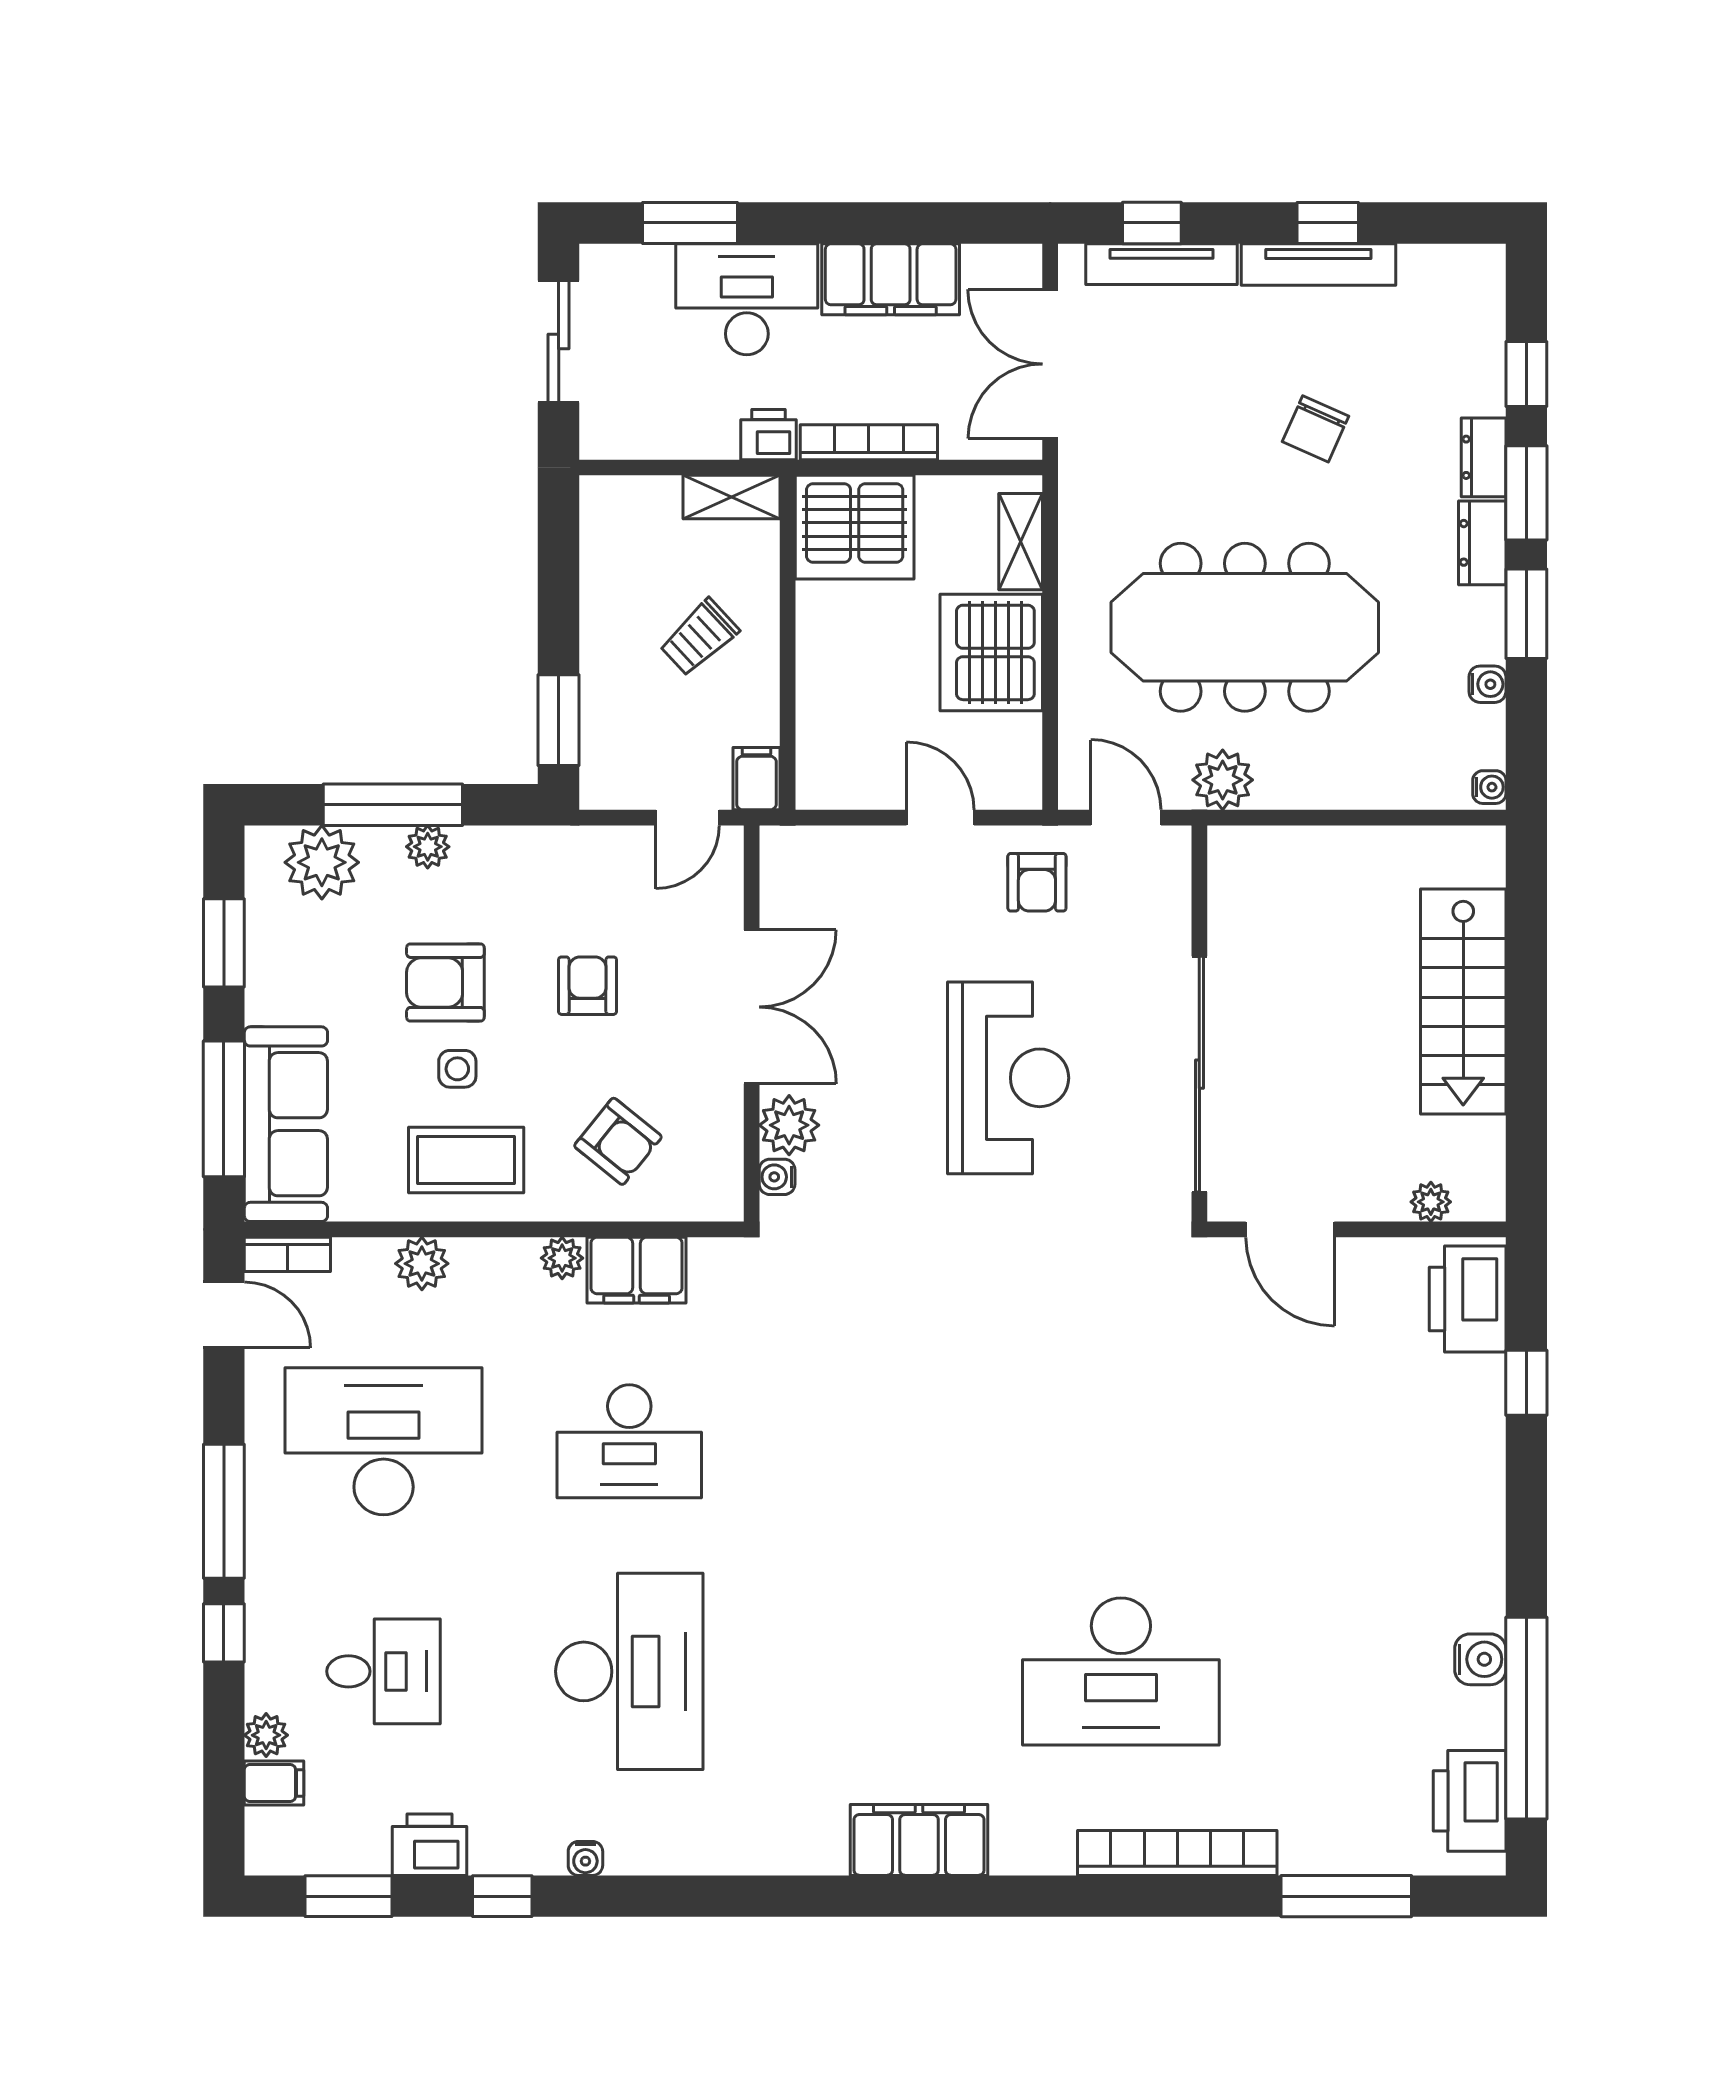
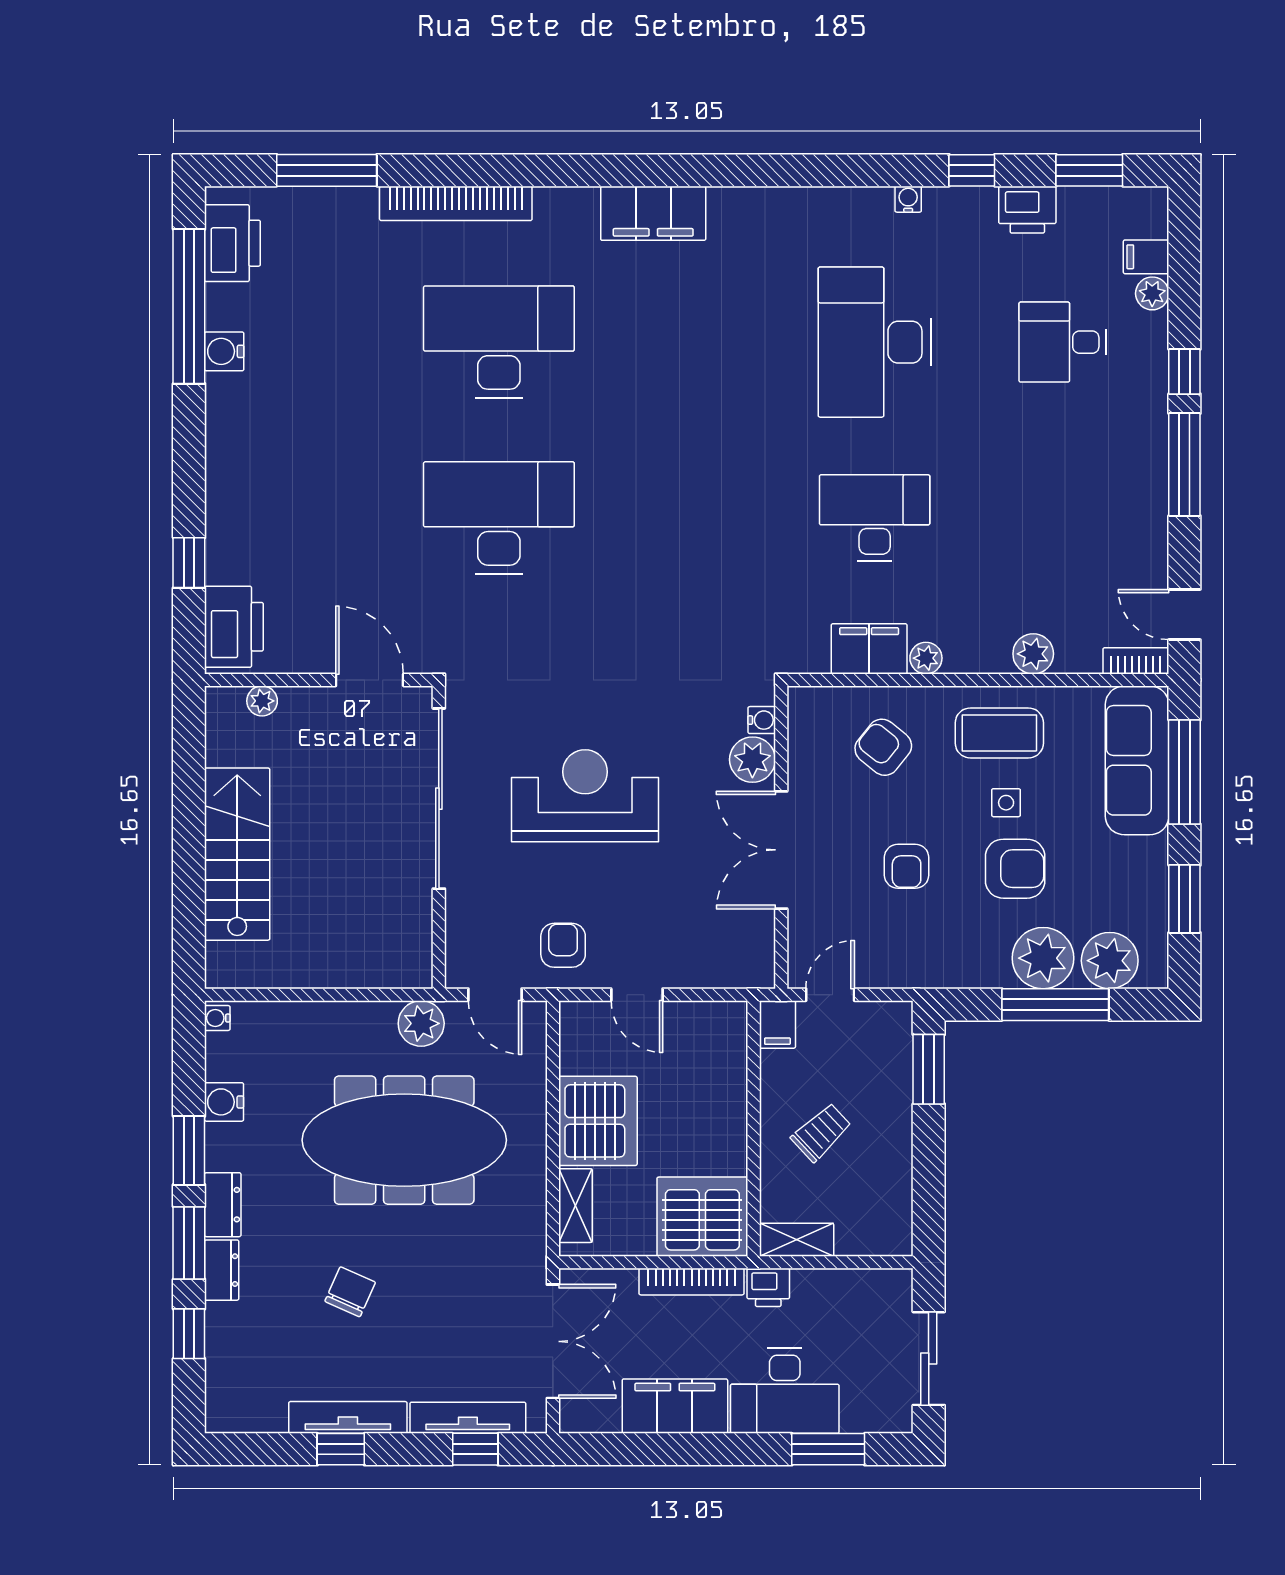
water cooler: (1487, 684) -> (224, 1102), width x1.38, depth x1.38
plant: (428, 847) -> (1043, 958), width x1.87, depth x1.87
reception desk: (1008, 1078) -> (585, 796), turned 90
desk: (384, 1441) -> (499, 518), moved, turned 180

